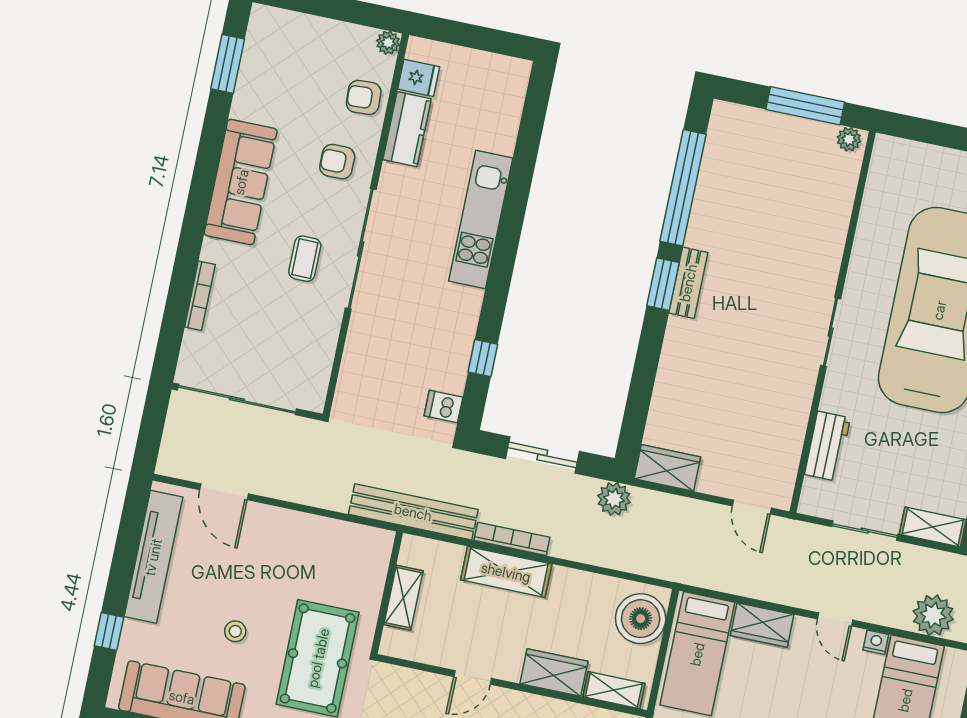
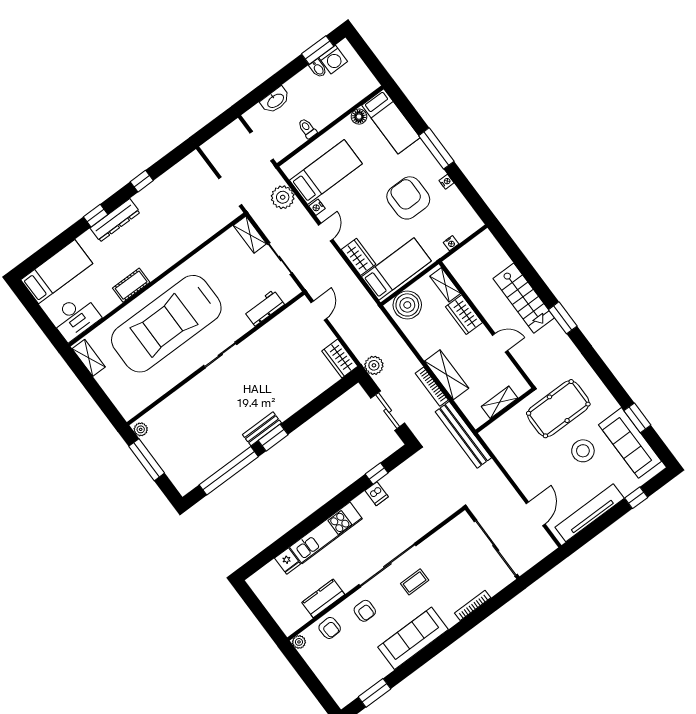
fridge: (419, 78) -> (288, 561), moved, turned 180
dishwasher: (443, 406) -> (377, 494), moved
stool: (235, 631) -> (583, 451), width x1.89, depth x1.89

